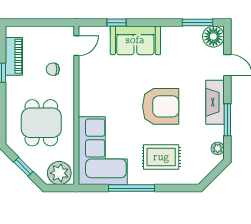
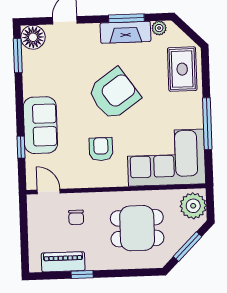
armchair: (112, 93) -> (101, 149), added
fireplace: (215, 102) -> (125, 32), moved
armchair: (161, 106) -> (114, 94), turned 55
rug: (161, 157) -> (182, 69), moved
window: (23, 167) -> (188, 247), width x1.50

